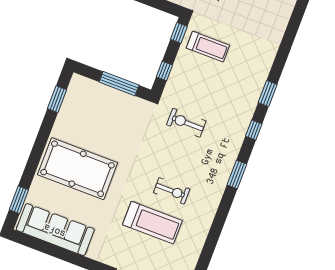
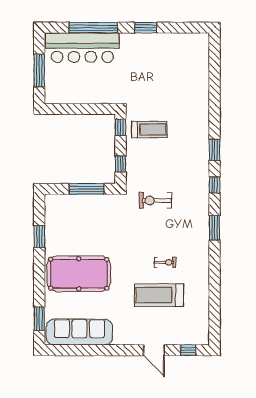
window: (57, 99) -> (39, 237), moved
exercise bike: (172, 191) -> (165, 262), width x0.73, depth x0.72
treadmill: (152, 223) -> (159, 295), turned 180

